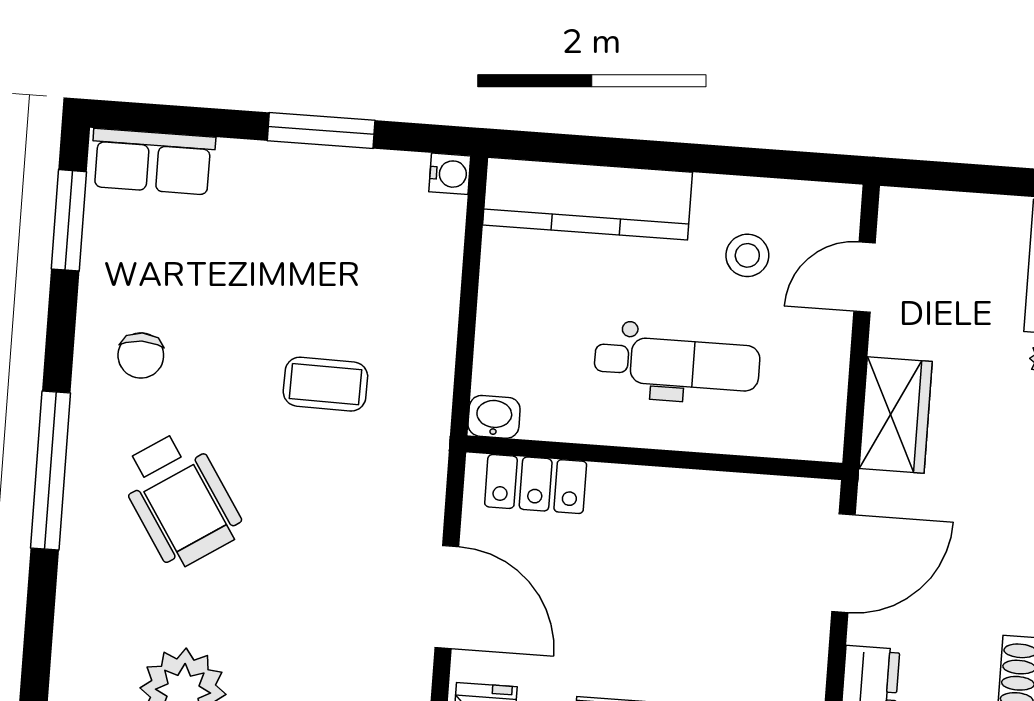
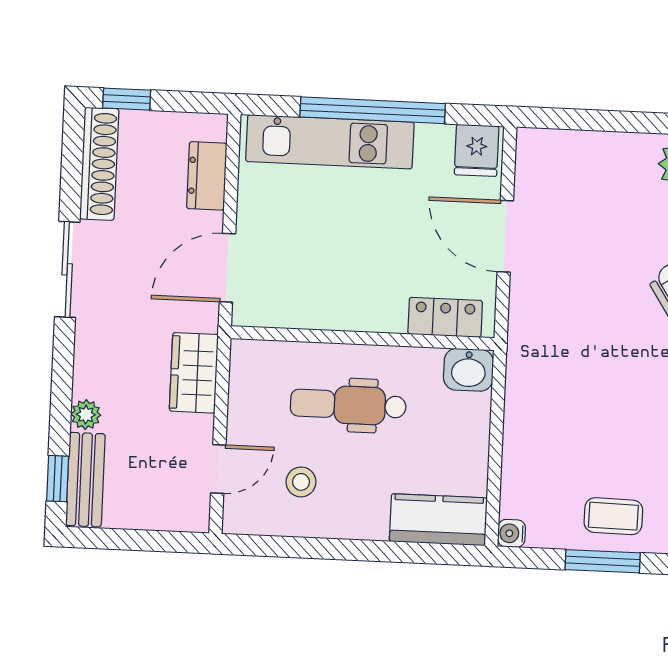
kitchen counter: (588, 199) -> (438, 520), width x0.67
coffee table: (325, 384) -> (613, 516), moved
washbasin: (494, 417) -> (468, 370), width x1.38, depth x1.45

